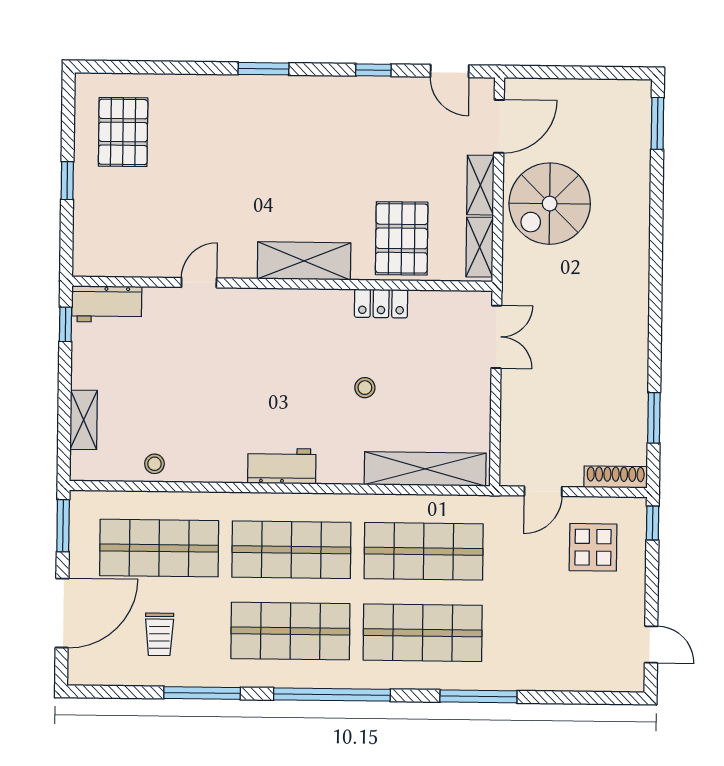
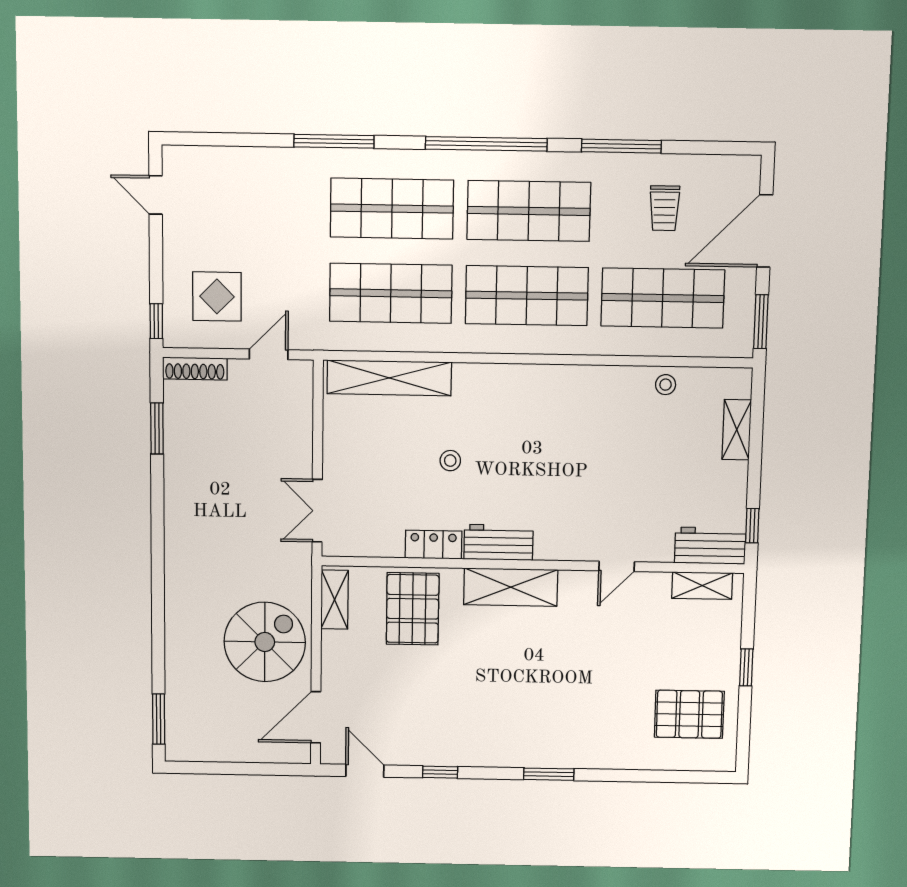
pallet: (123, 132) -> (689, 714), turned 90
shelving: (480, 185) -> (702, 586), moved, turned 90
workbench: (282, 466) -> (498, 542), moved, turned 180
trolley: (159, 634) -> (664, 208), turned 180

